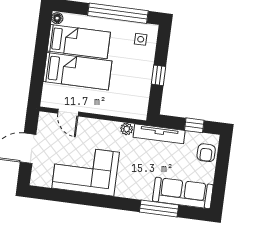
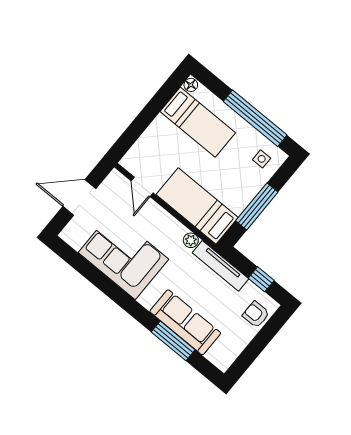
bed: (78, 71) -> (197, 206), moved, turned 180
window: (159, 75) -> (257, 206), width x2.17
armchair: (206, 153) -> (256, 314), turned 90
sofa: (183, 193) -> (185, 322), moved

